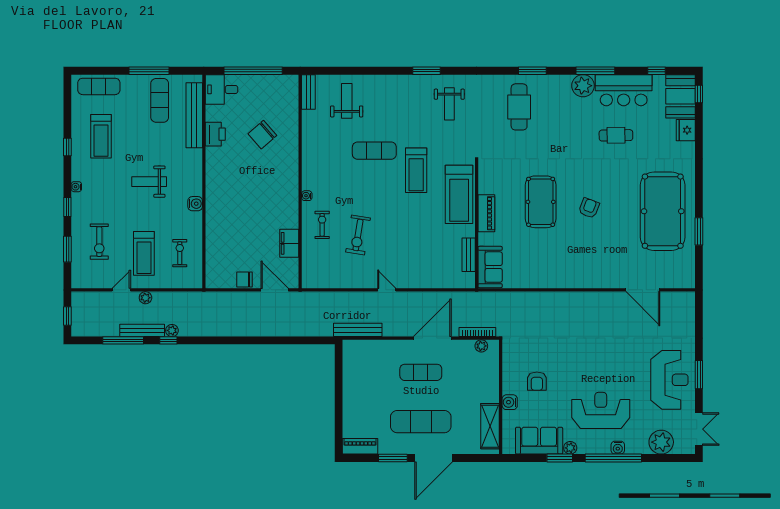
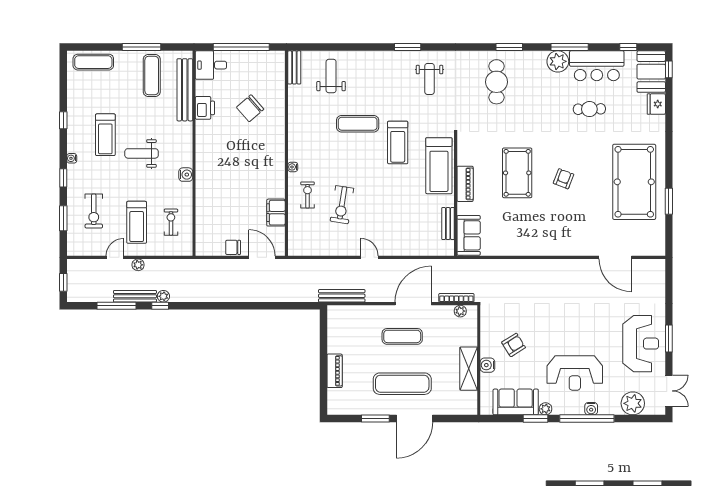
treadmill: (101, 136) -> (105, 135), moved
armchair: (537, 381) -> (514, 345), turned -122
reception desk: (601, 410) -> (575, 373), turned 180
shelving: (490, 426) -> (469, 369), moved
piano: (360, 446) -> (335, 371), moved, turned 90

